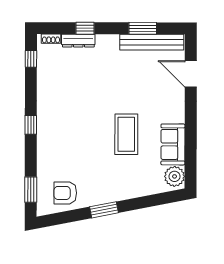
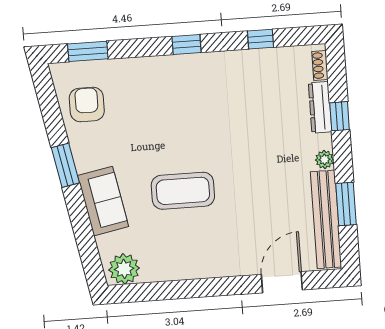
plant: (113, 40) -> (324, 159), added
window: (31, 59) -> (260, 39), moved
sofa: (173, 144) -> (103, 201), moved, turned 79

